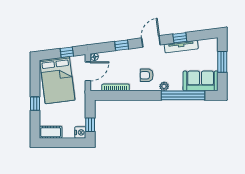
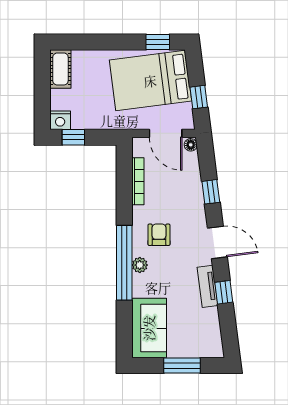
tv unit: (181, 47) -> (207, 286), width x0.71
window: (183, 95) -> (124, 263), moved
window: (35, 104) -> (158, 42), moved

